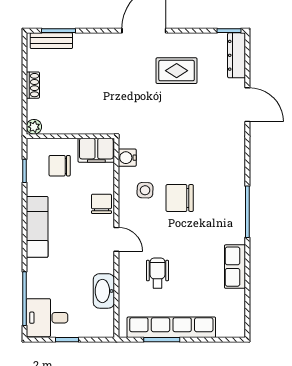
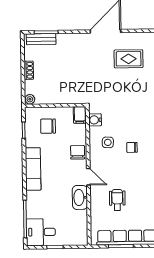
filing cabinet: (96, 150) -> (80, 115), width x0.50
chair: (180, 198) -> (132, 147), width x0.54, depth x0.54
washbasin: (104, 291) -> (80, 197), moved

